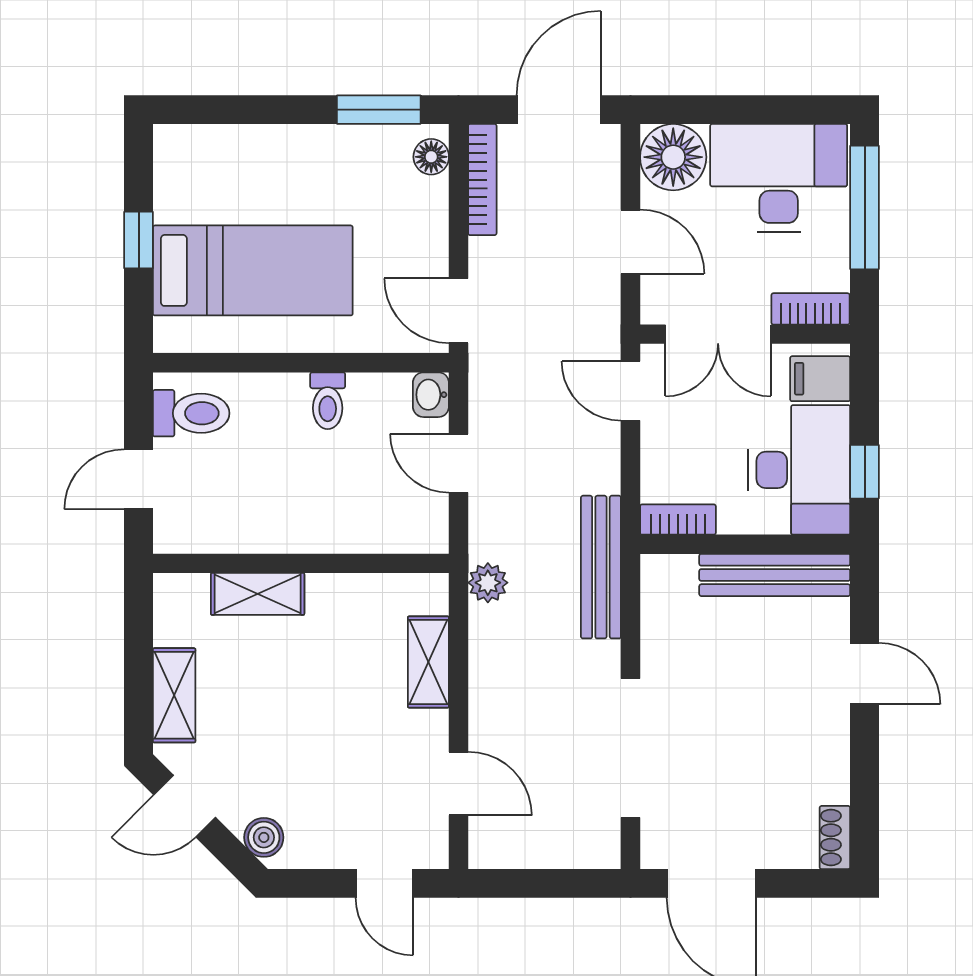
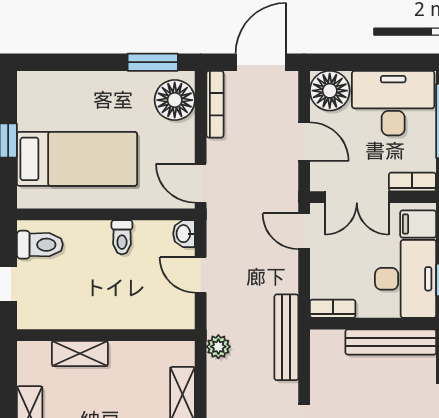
floor lamp: (431, 157) -> (175, 100), width x1.89, depth x1.89

